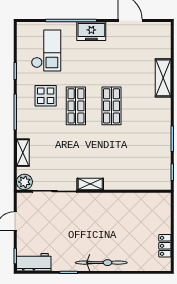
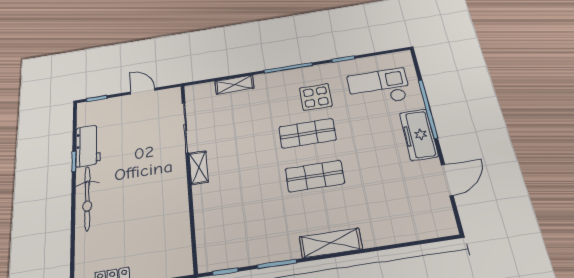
freezer: (91, 31) -> (419, 135), width x1.40
checkout: (46, 50) -> (379, 87), turned 180
shelving: (163, 78) -> (331, 243), moved
plant: (24, 182) -> (195, 93), removed
workbench: (34, 262) -> (88, 146), moved

